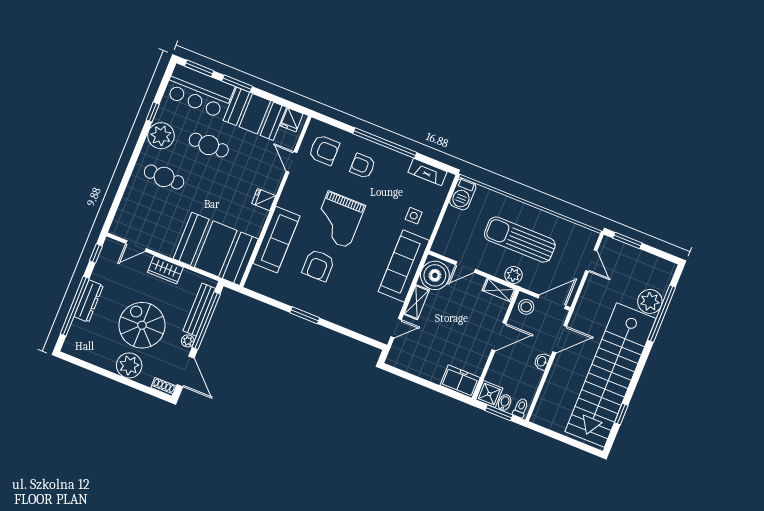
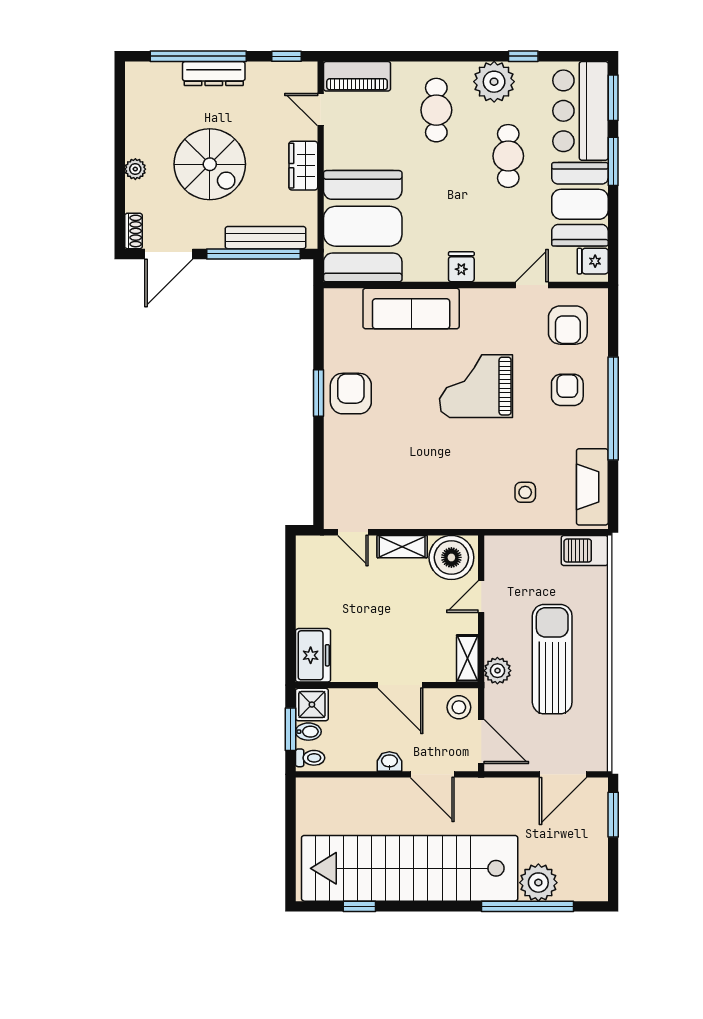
fireplace: (427, 172) -> (592, 487), width x1.37, depth x1.32
piano: (125, 216) -> (357, 76), added
door: (591, 261) -> (563, 774), width x1.38
armchair: (318, 265) -> (351, 394), moved, turned 90
sofa: (404, 266) -> (447, 507), removed
door: (465, 267) -> (481, 597), hinge flipped
spiral stairs: (142, 325) -> (210, 164), turned 90
plant: (188, 341) -> (214, 239), removed
plant: (129, 365) -> (135, 169), width x0.53, depth x0.53

